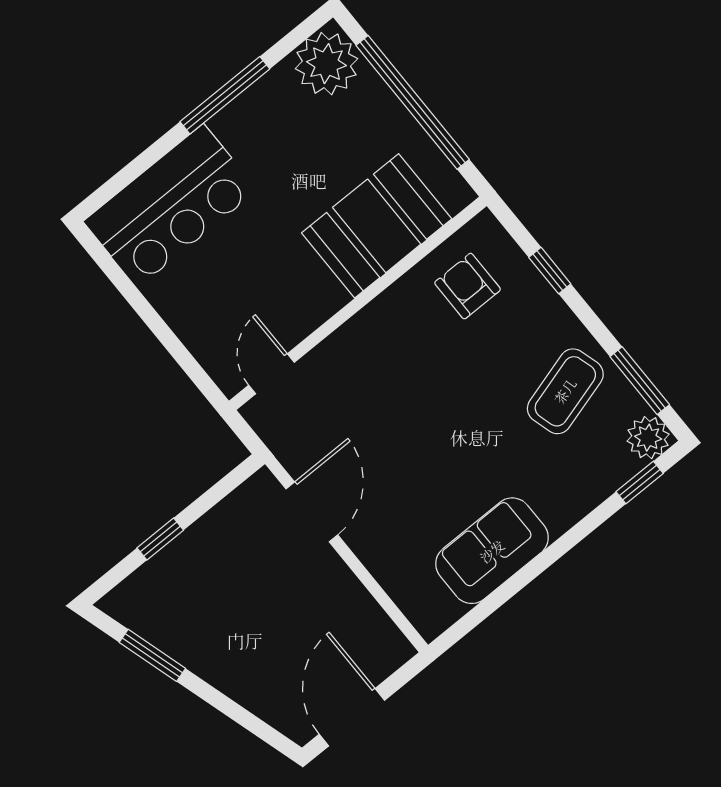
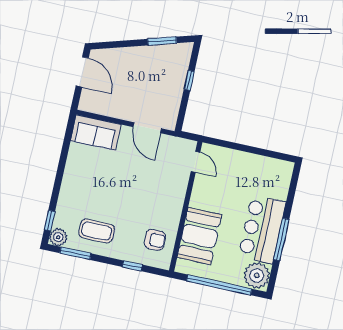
bar counter: (170, 206) -> (262, 229), moved
coffee table: (565, 391) -> (97, 231), turned -74
sofa: (492, 551) -> (96, 133), moved, turned 90

